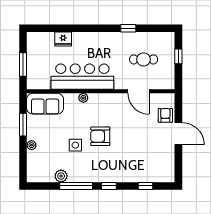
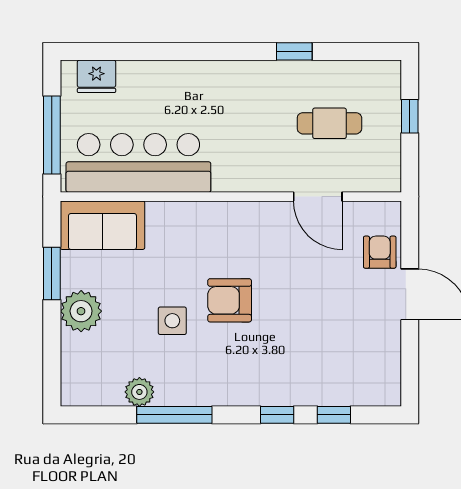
fridge: (63, 39) -> (96, 76), moved
window: (23, 64) -> (52, 135), width x1.44
bar counter: (82, 77) -> (138, 163), moved
plant: (83, 98) -> (191, 212), removed
plant: (32, 145) -> (81, 311), width x1.88, depth x1.88
window: (109, 186) -> (277, 415), moved

